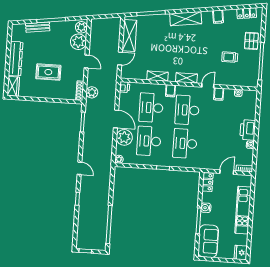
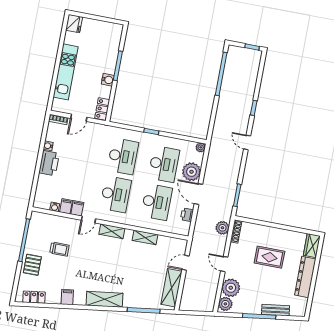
printer: (125, 87) -> (187, 215), moved
filing cabinet: (170, 91) -> (66, 206), moved
sofa: (208, 241) -> (110, 41), removed

